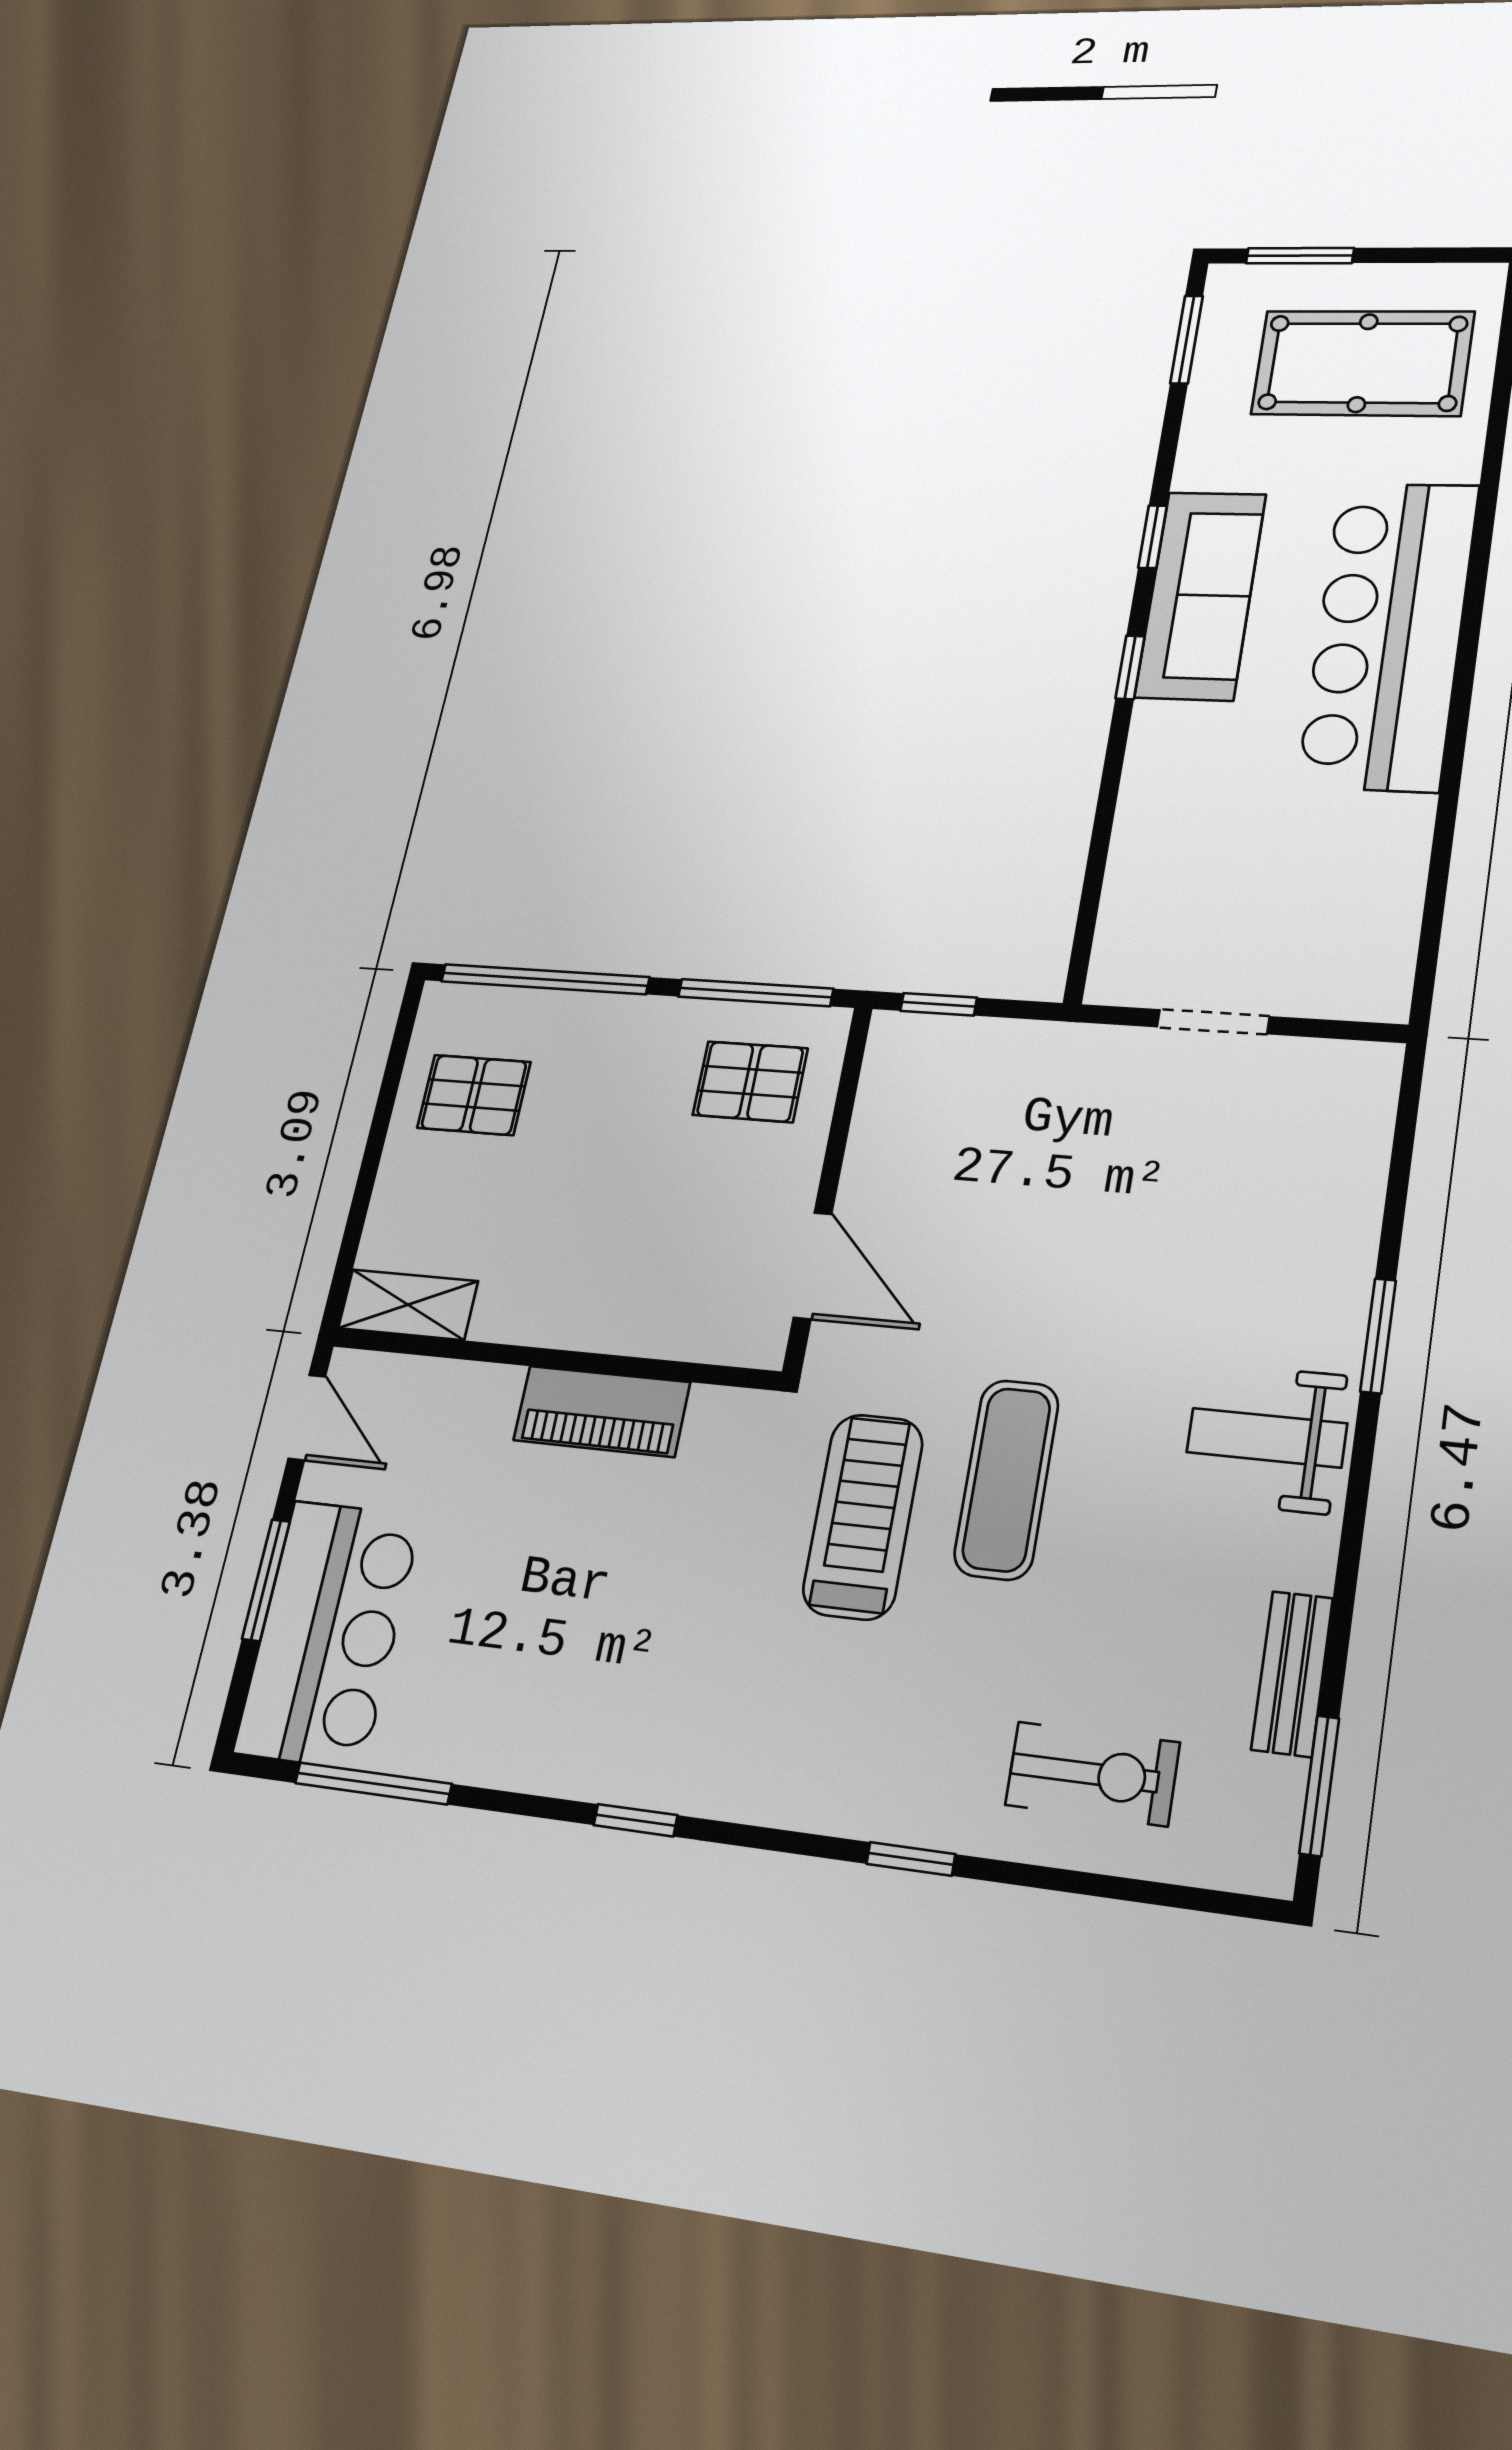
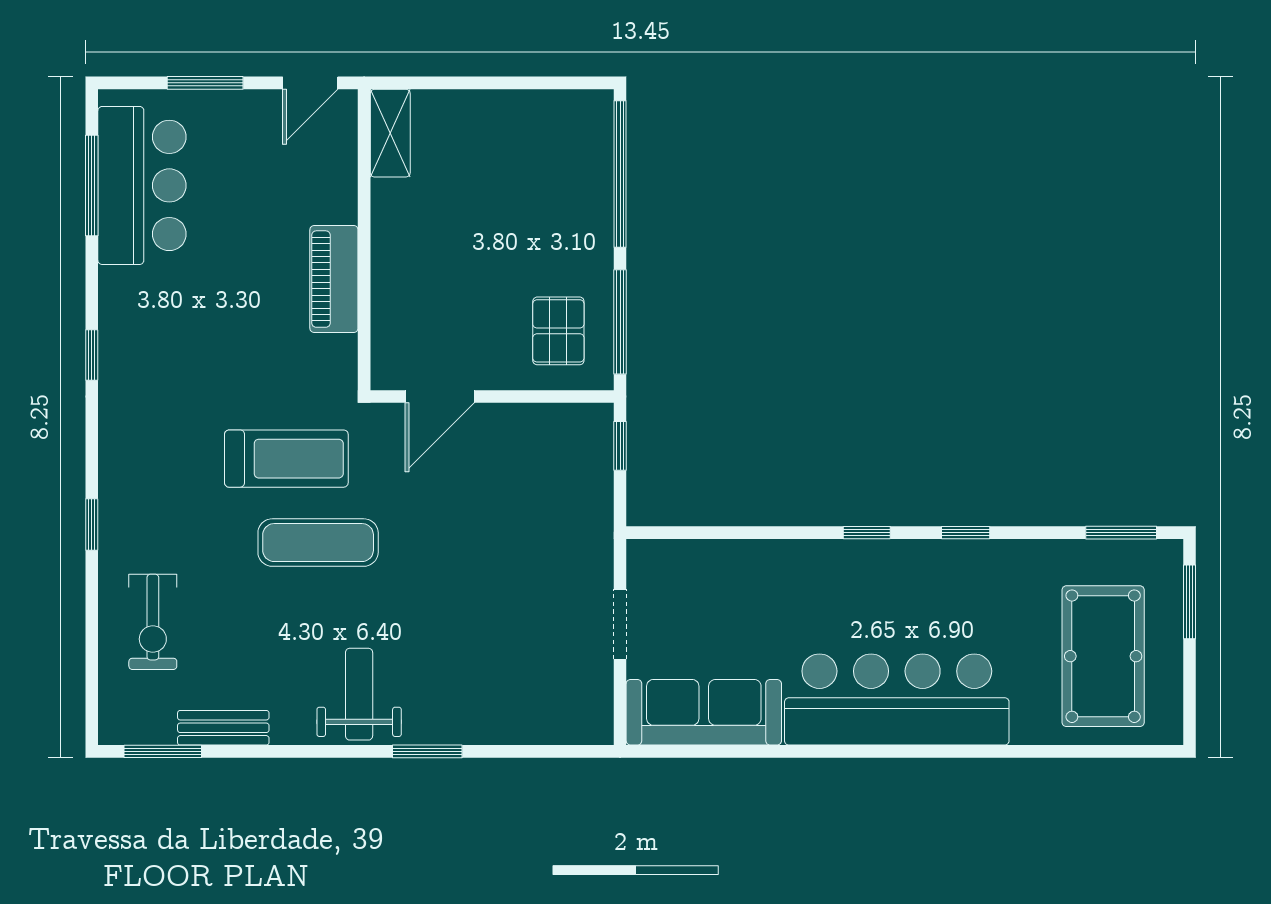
sofa: (1201, 595) -> (704, 712), moved, turned 180
pallet: (474, 1095) -> (535, 144), removed
bar counter: (328, 1634) -> (142, 185), moved, turned -90

